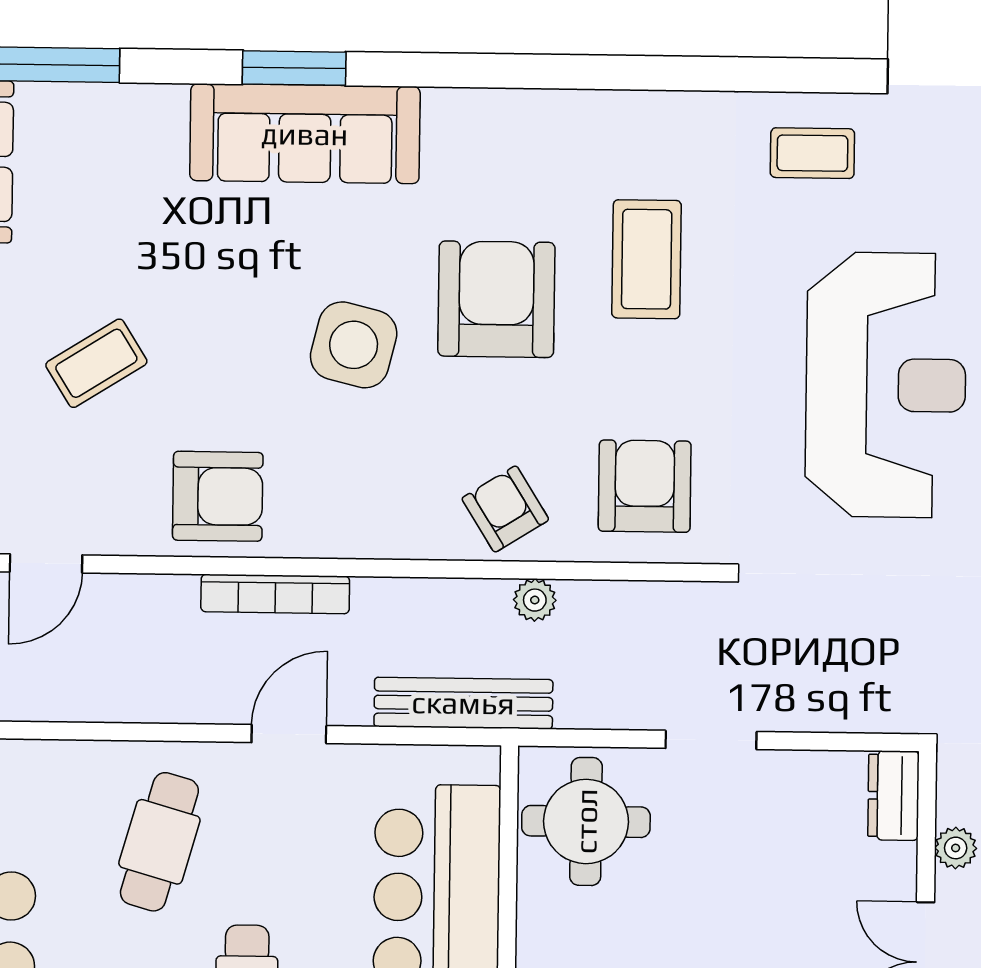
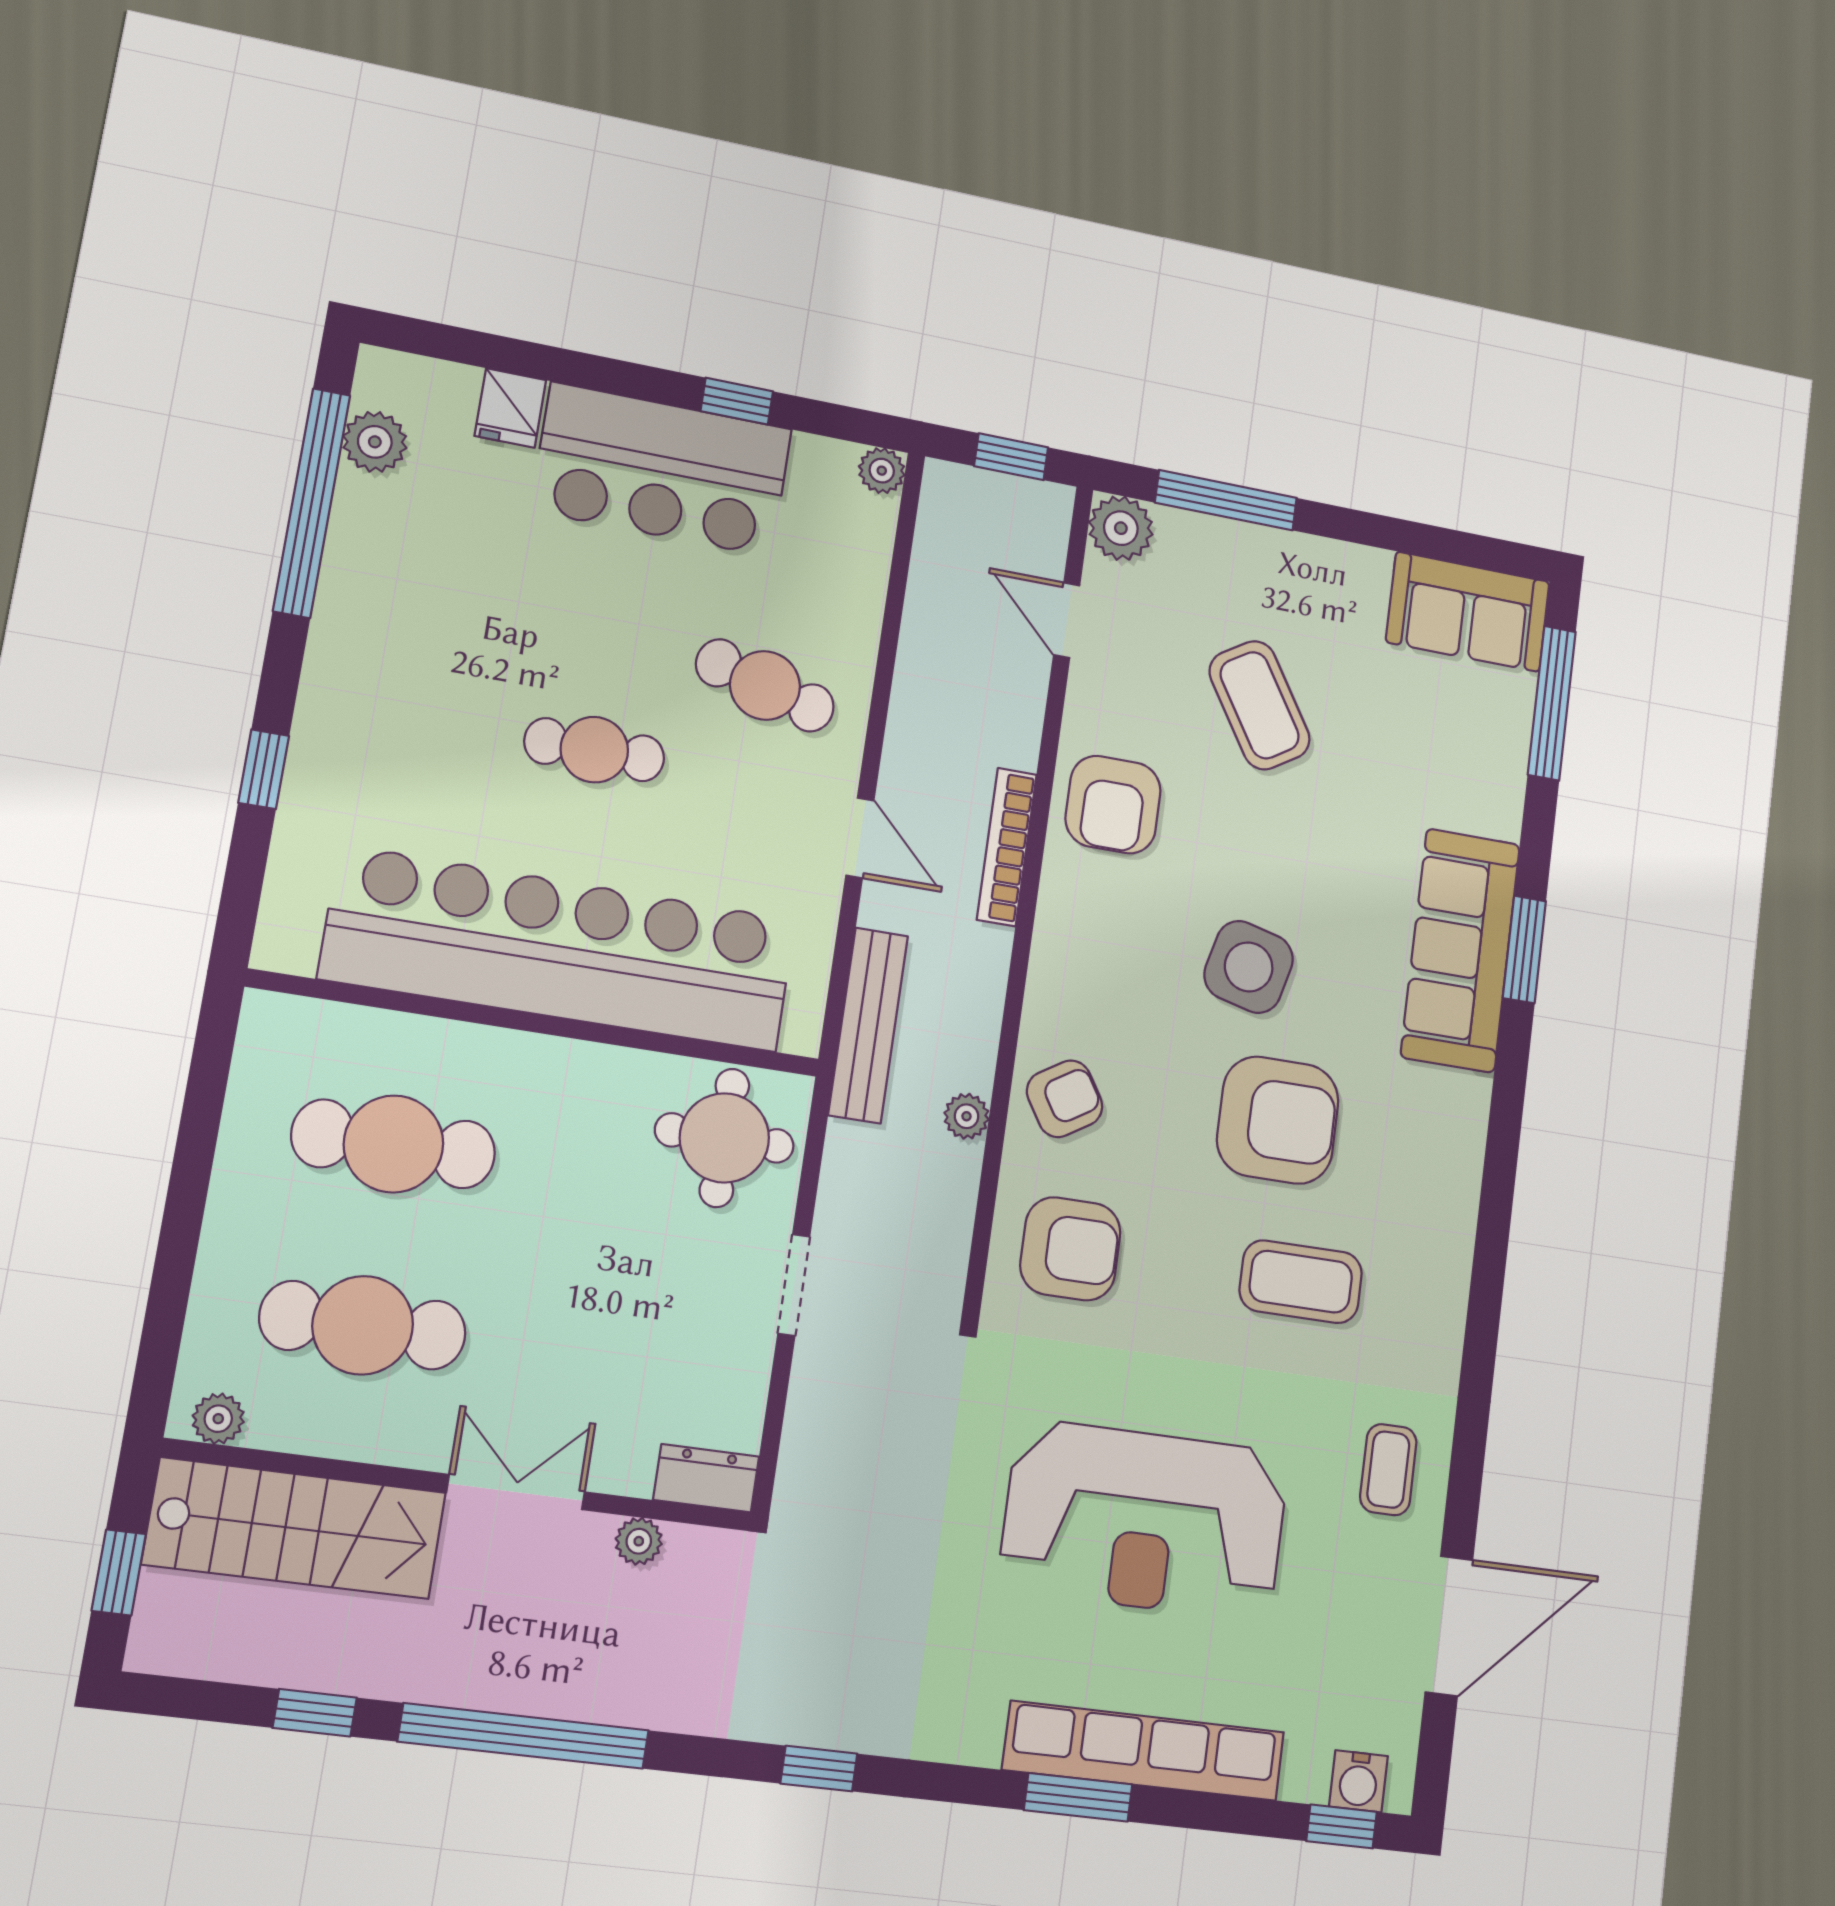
coffee table: (96, 363) -> (1260, 705), width x1.36, depth x1.30

